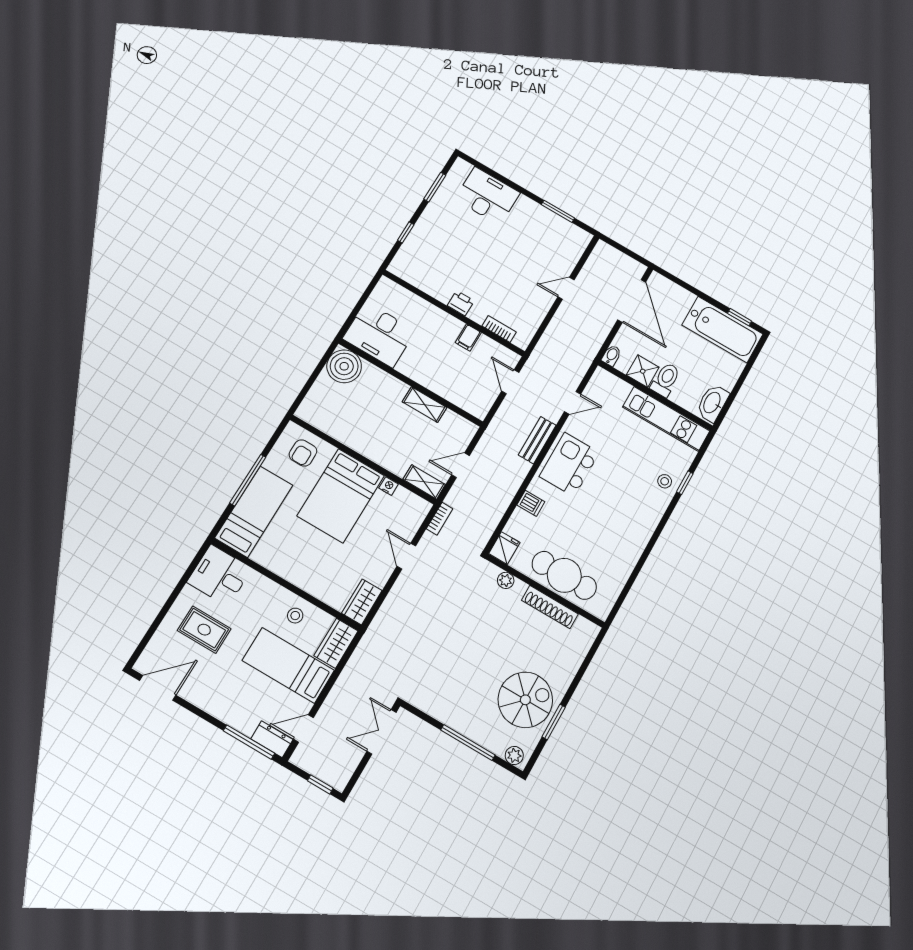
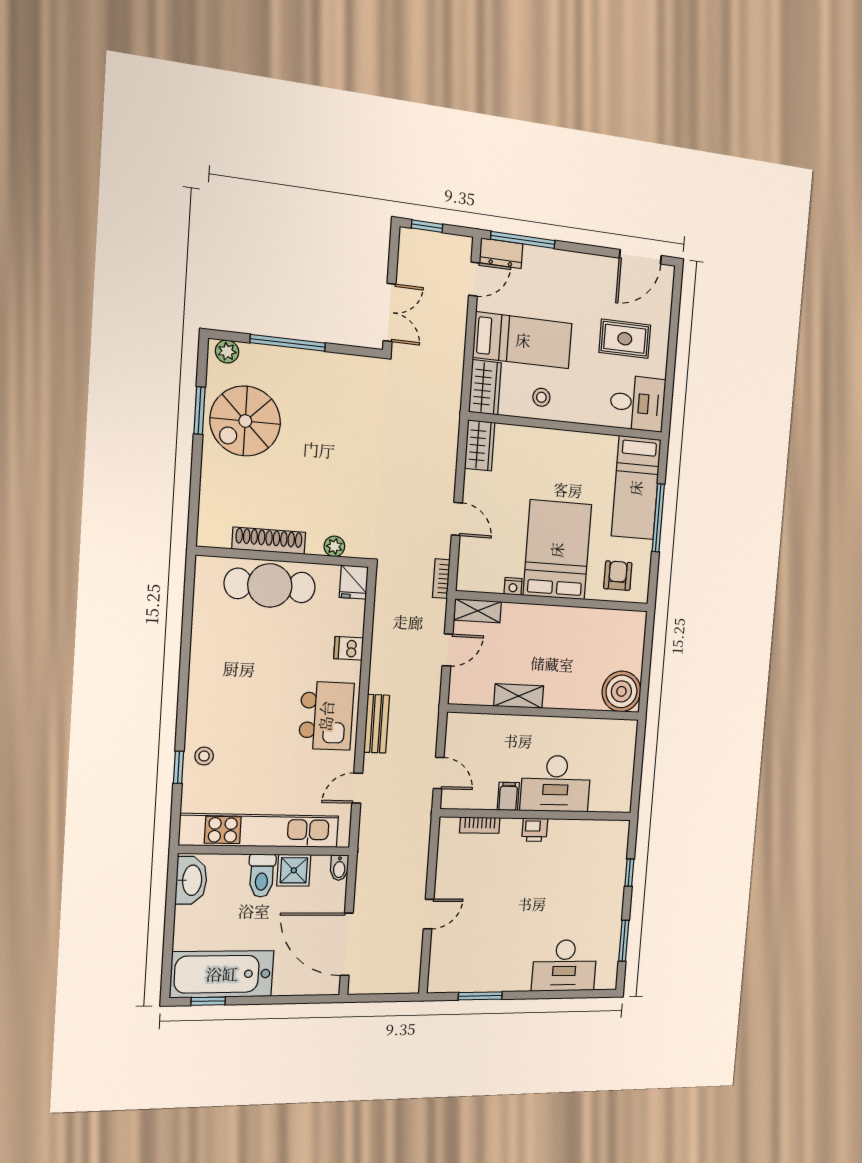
desk: (379, 335) -> (556, 784), moved, turned 180
kitchen unit: (666, 419) -> (259, 831), width x1.36

